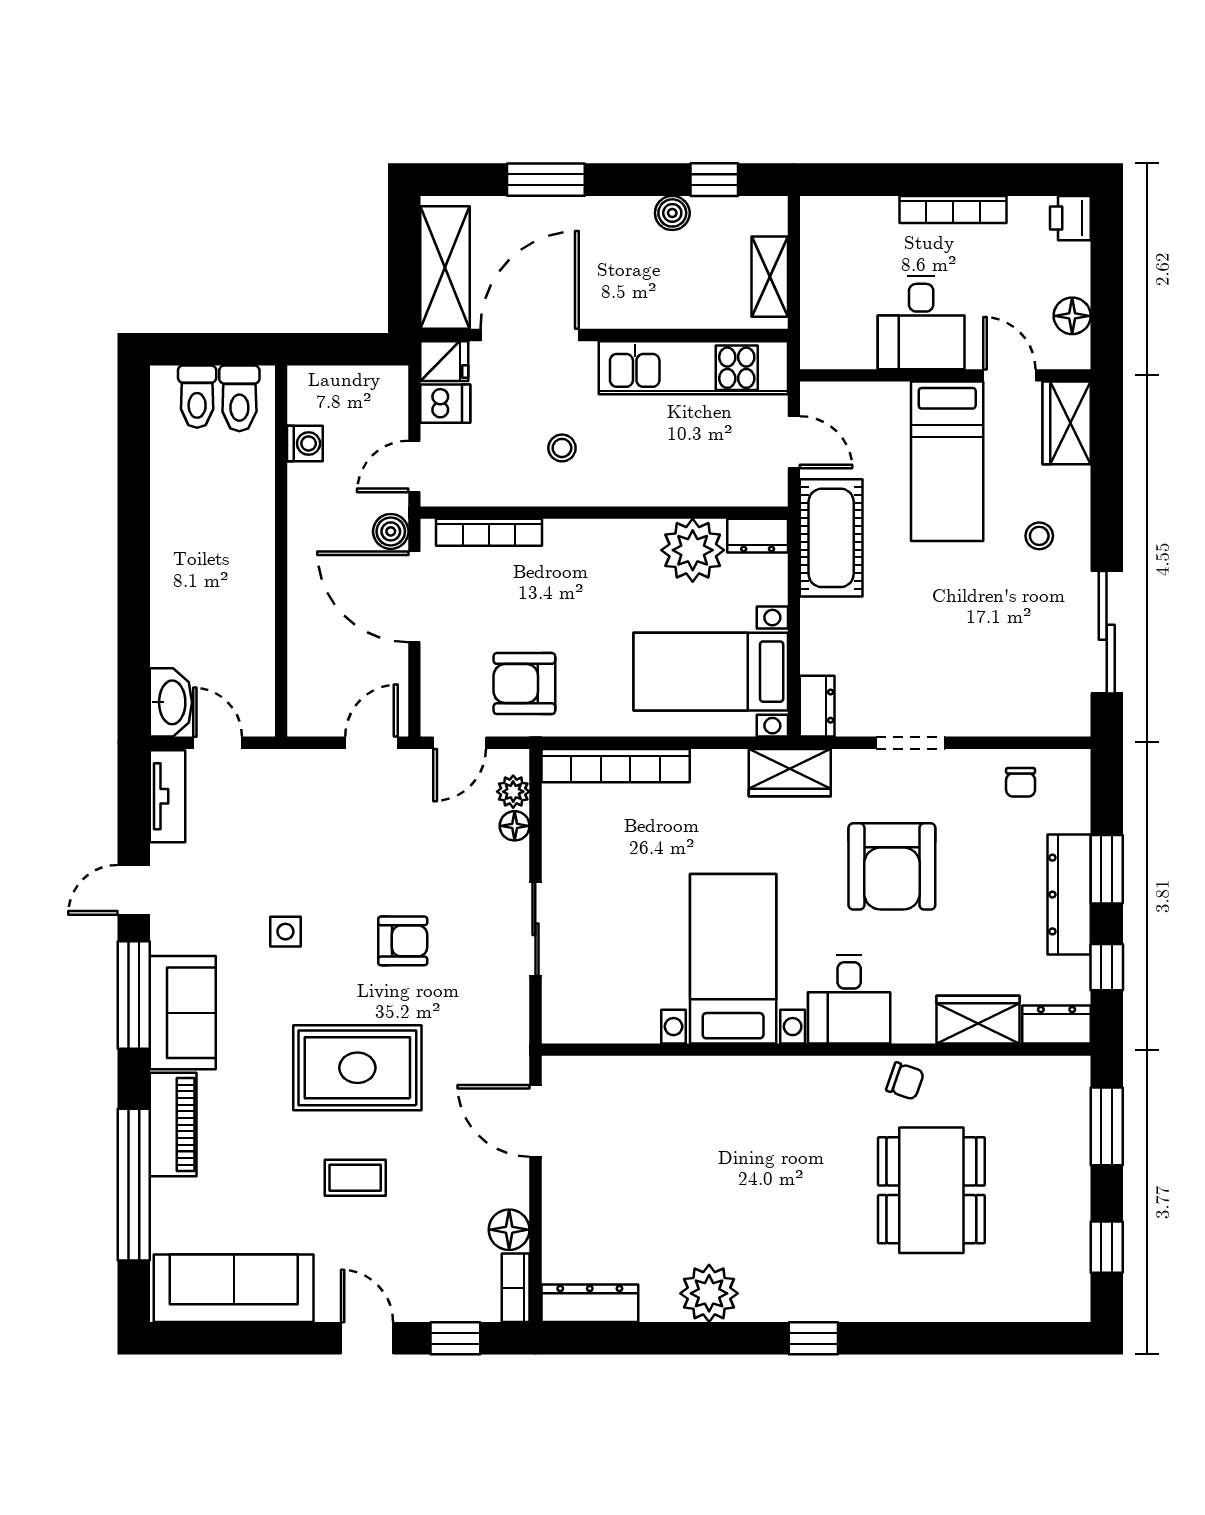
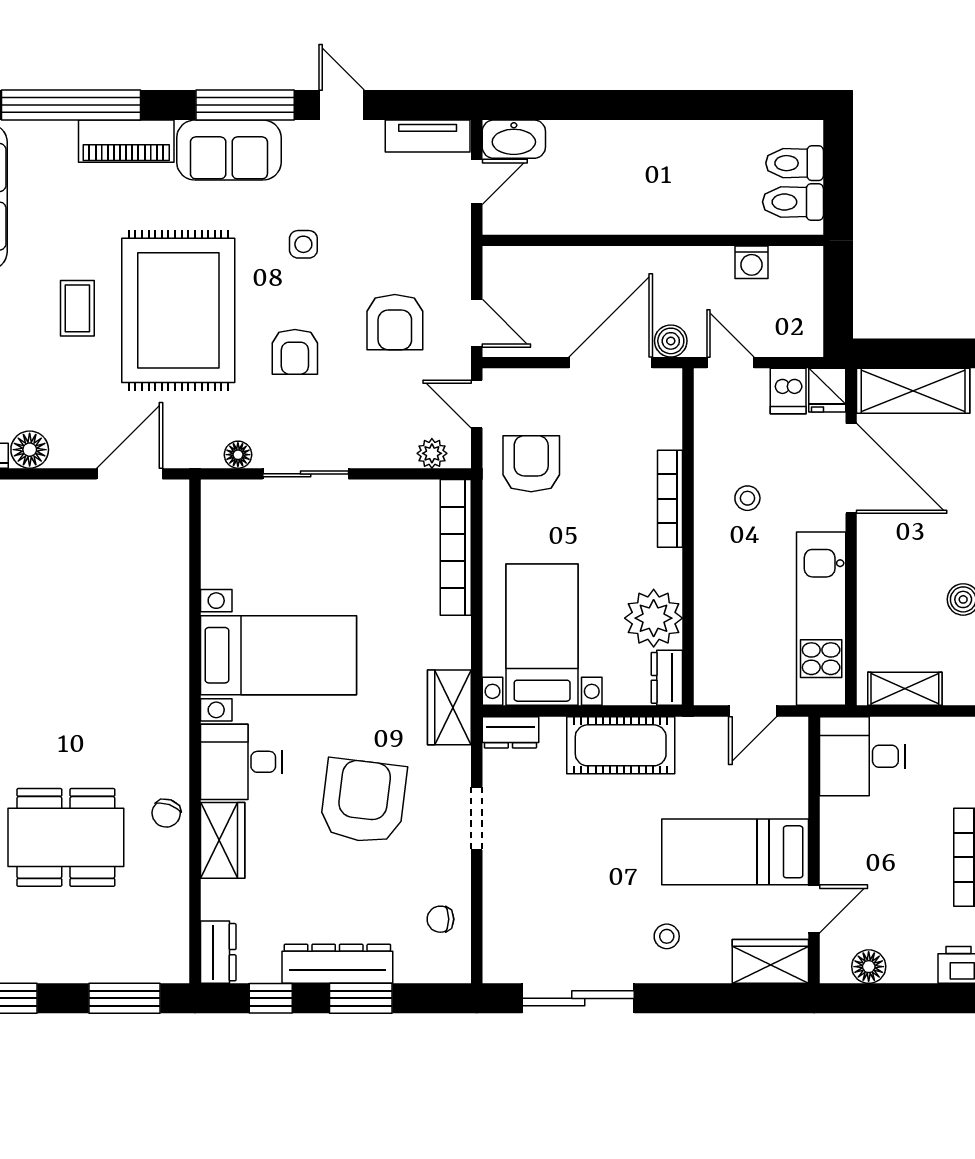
desk: (921, 323) -> (862, 756), moved
bookcase: (489, 532) -> (670, 499), moved
cot: (831, 538) -> (621, 745), moved
floor lamp: (515, 826) -> (238, 455), moved
armchair: (370, 832) -> (395, 322), added
armchair: (892, 866) -> (363, 801), turned 97
wardrobe: (978, 1020) -> (223, 840), moved
rug: (357, 1068) -> (178, 310), width x1.37, depth x1.44

